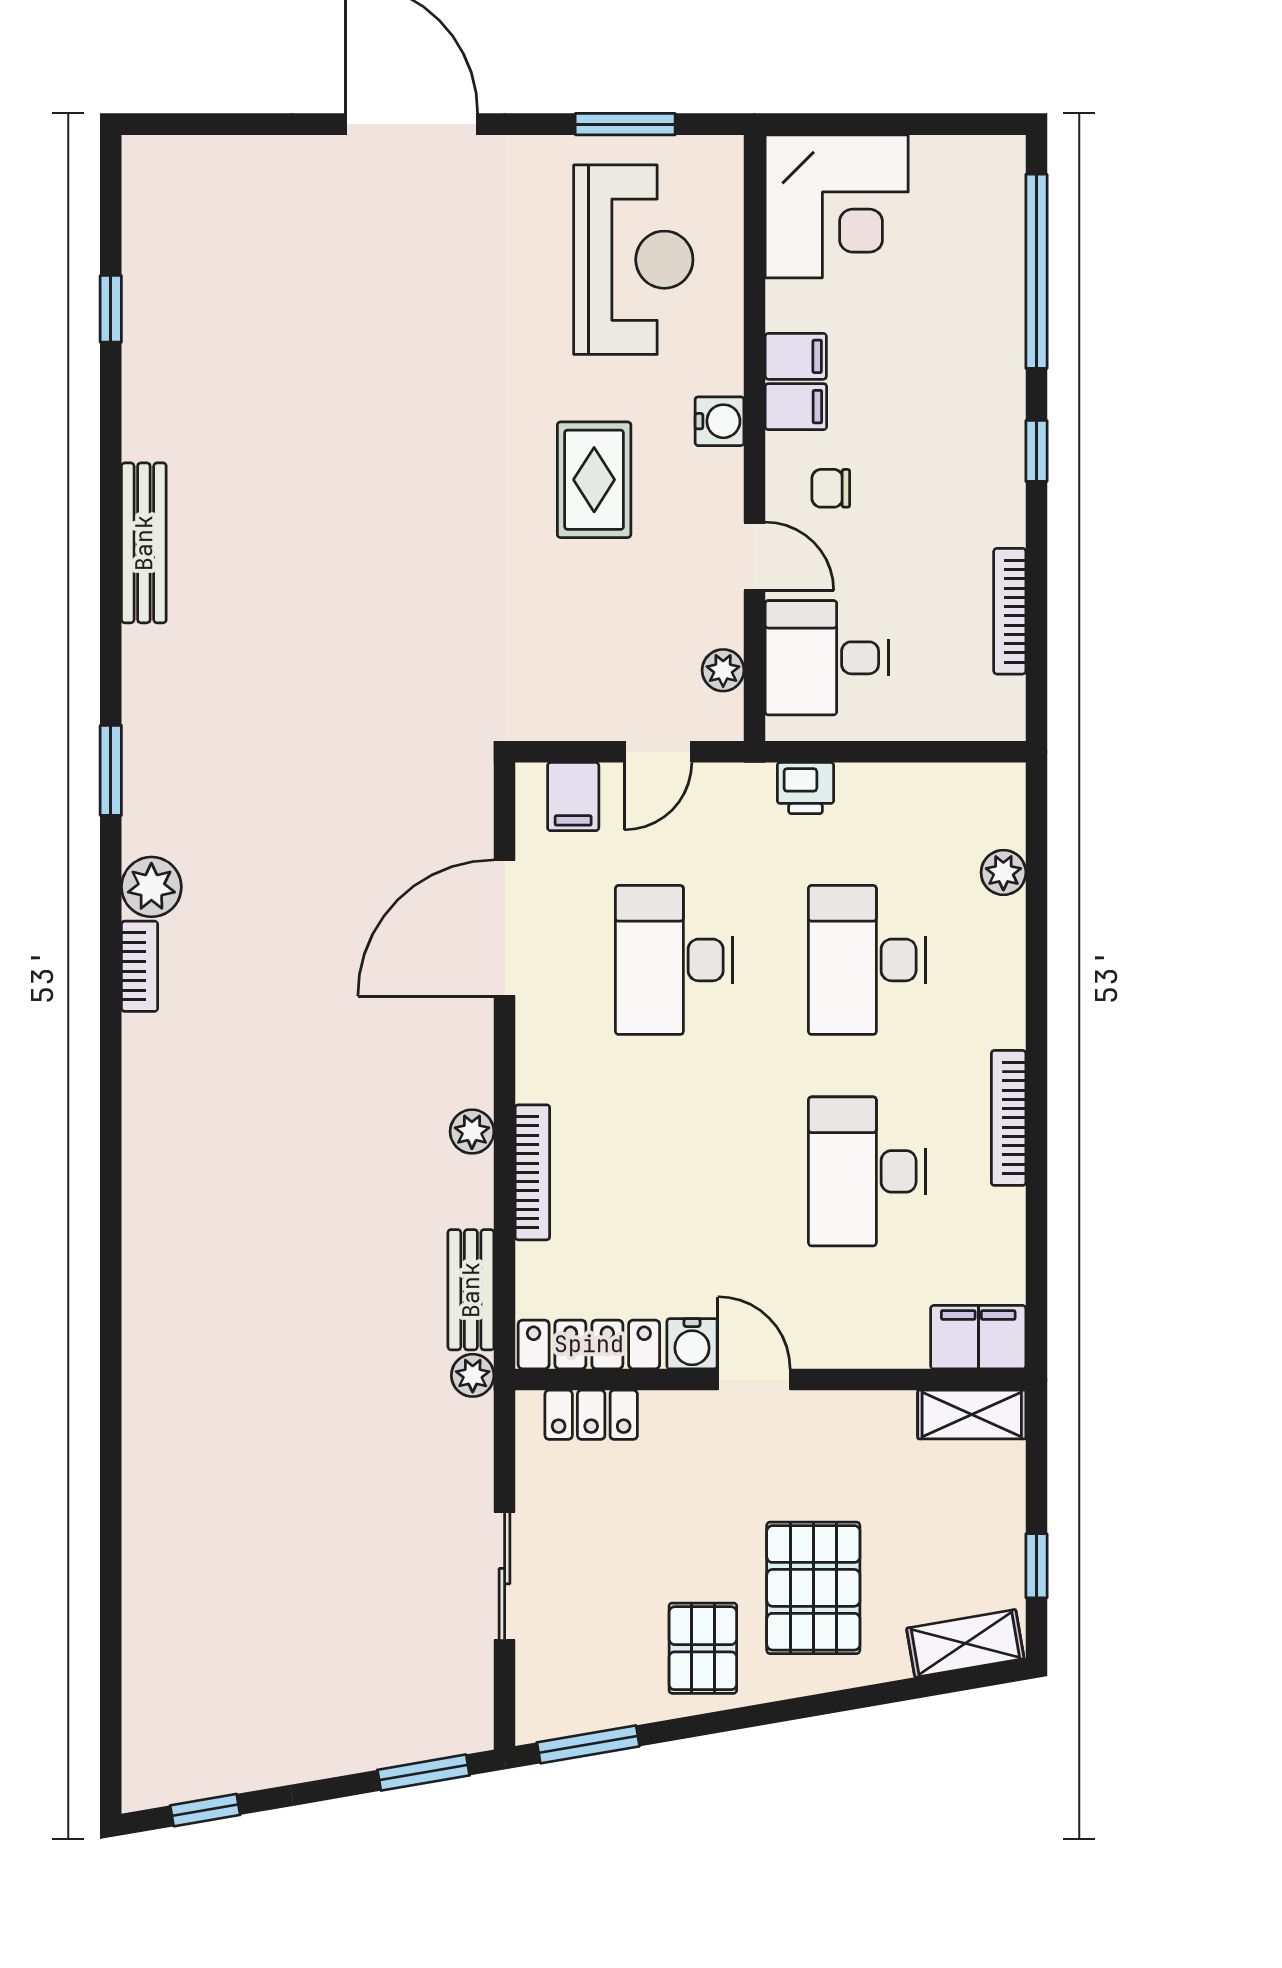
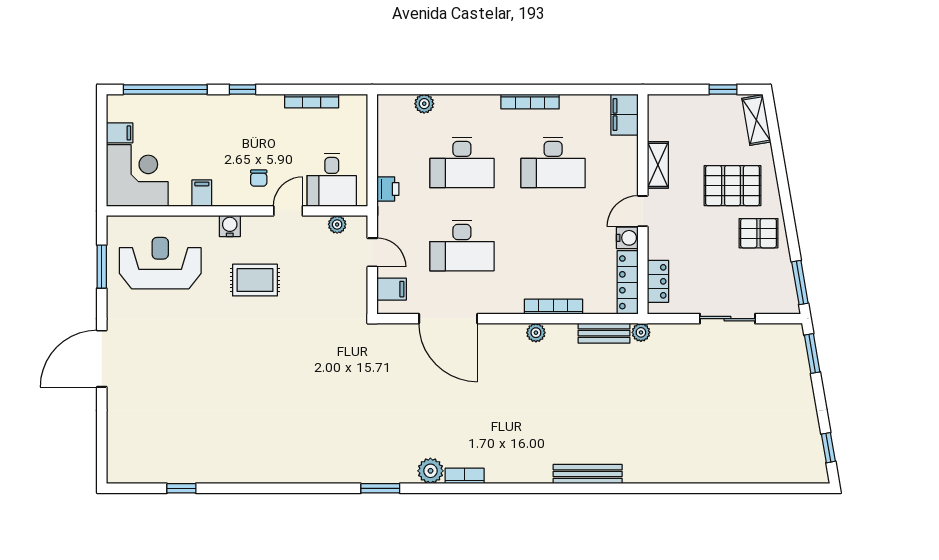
filing cabinet: (796, 407) -> (120, 133), moved, turned 90
bench: (144, 543) -> (588, 474), moved
shelving: (972, 1414) -> (658, 165), moved

